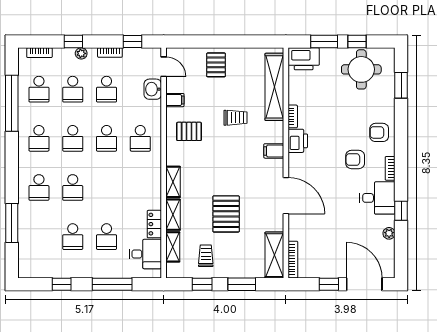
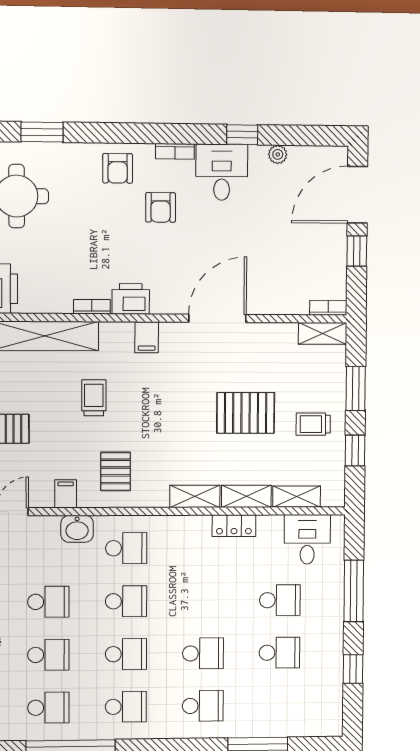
washbasin: (153, 89) -> (77, 529), moved
locker: (154, 224) -> (234, 526), moved
shelving: (274, 255) -> (323, 333), width x0.67, depth x0.75
trolley: (206, 256) -> (313, 424), moved
bookcase: (293, 260) -> (328, 308), width x0.64

